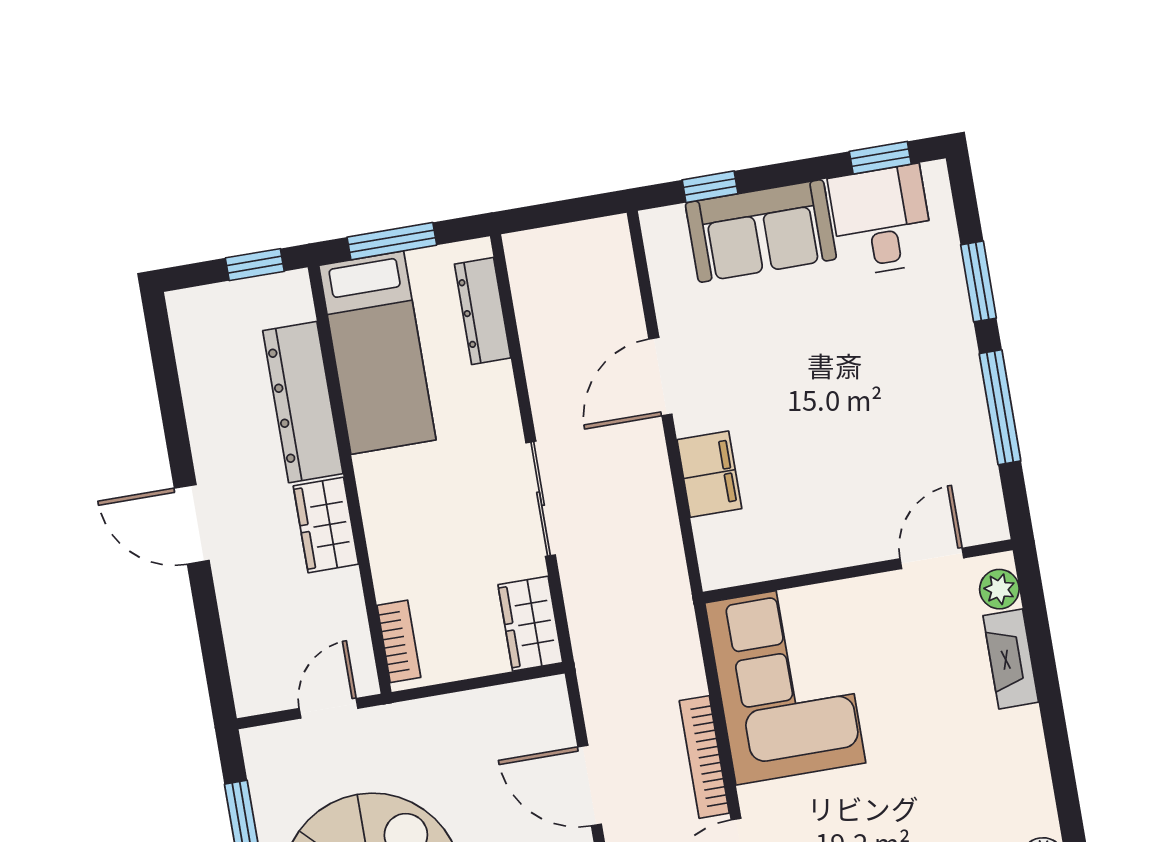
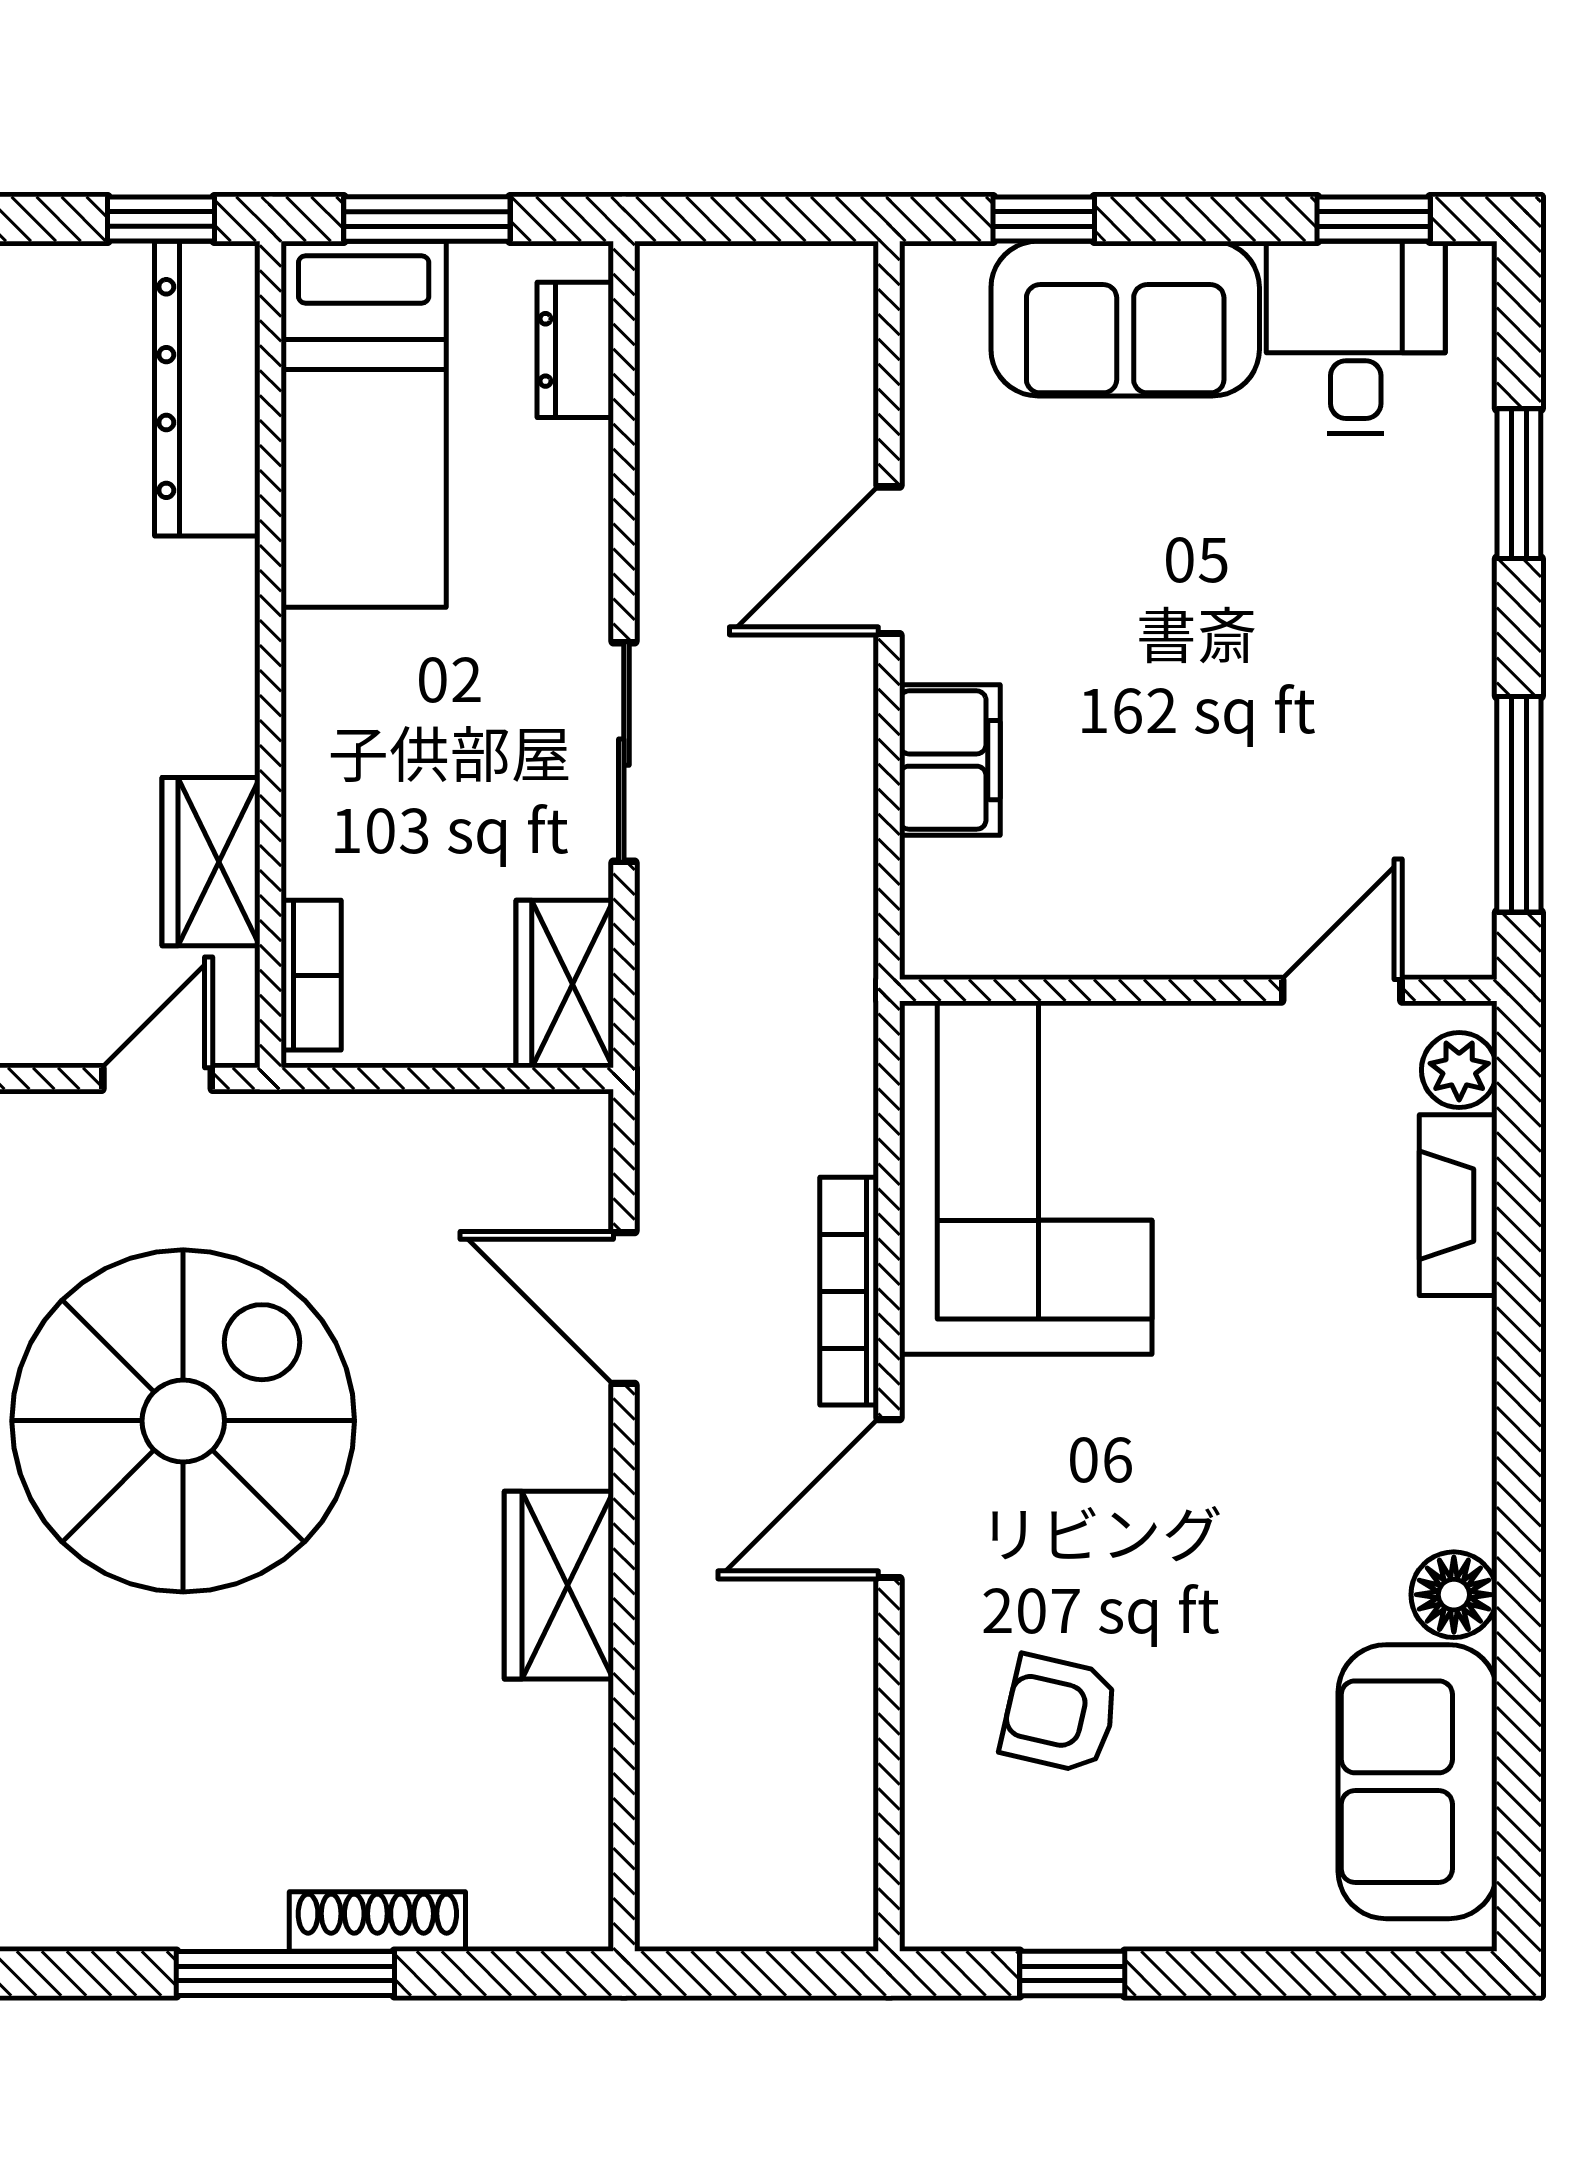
dresser: (483, 311) -> (575, 350), width x0.70
dresser: (303, 402) -> (207, 389), moved
window: (1000, 407) -> (1519, 804), moved
wardrobe: (326, 525) -> (211, 862), moved

